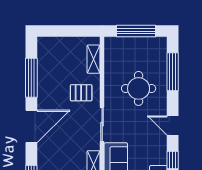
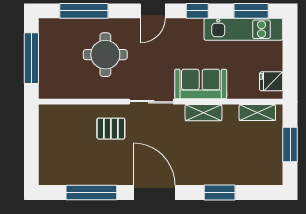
shelving: (93, 59) -> (68, 113), removed
pallet: (81, 93) -> (111, 129), turned 90

